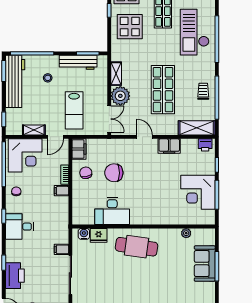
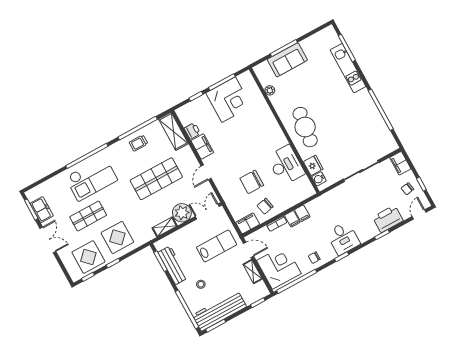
printer: (205, 145) -> (192, 131), moved
chair: (114, 173) -> (252, 182), turned 90
filing cabinet: (61, 249) -> (302, 213), moved

